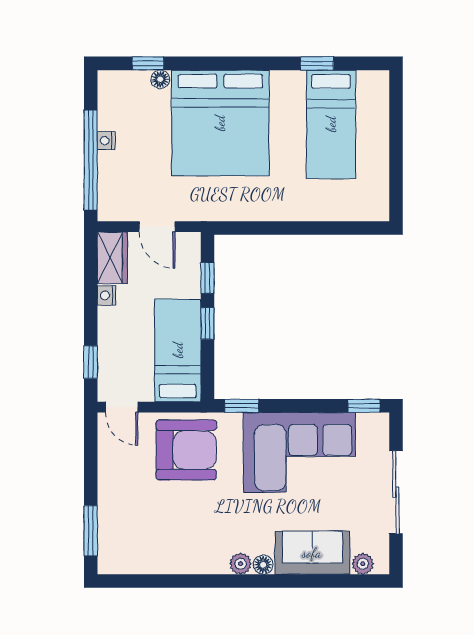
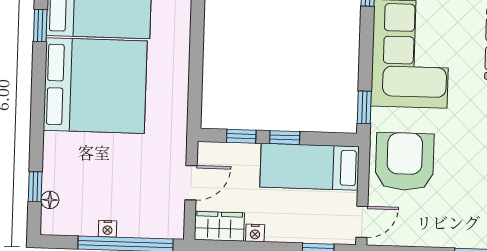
floor lamp: (160, 79) -> (50, 200), moved
bed: (220, 123) -> (95, 86), moved

